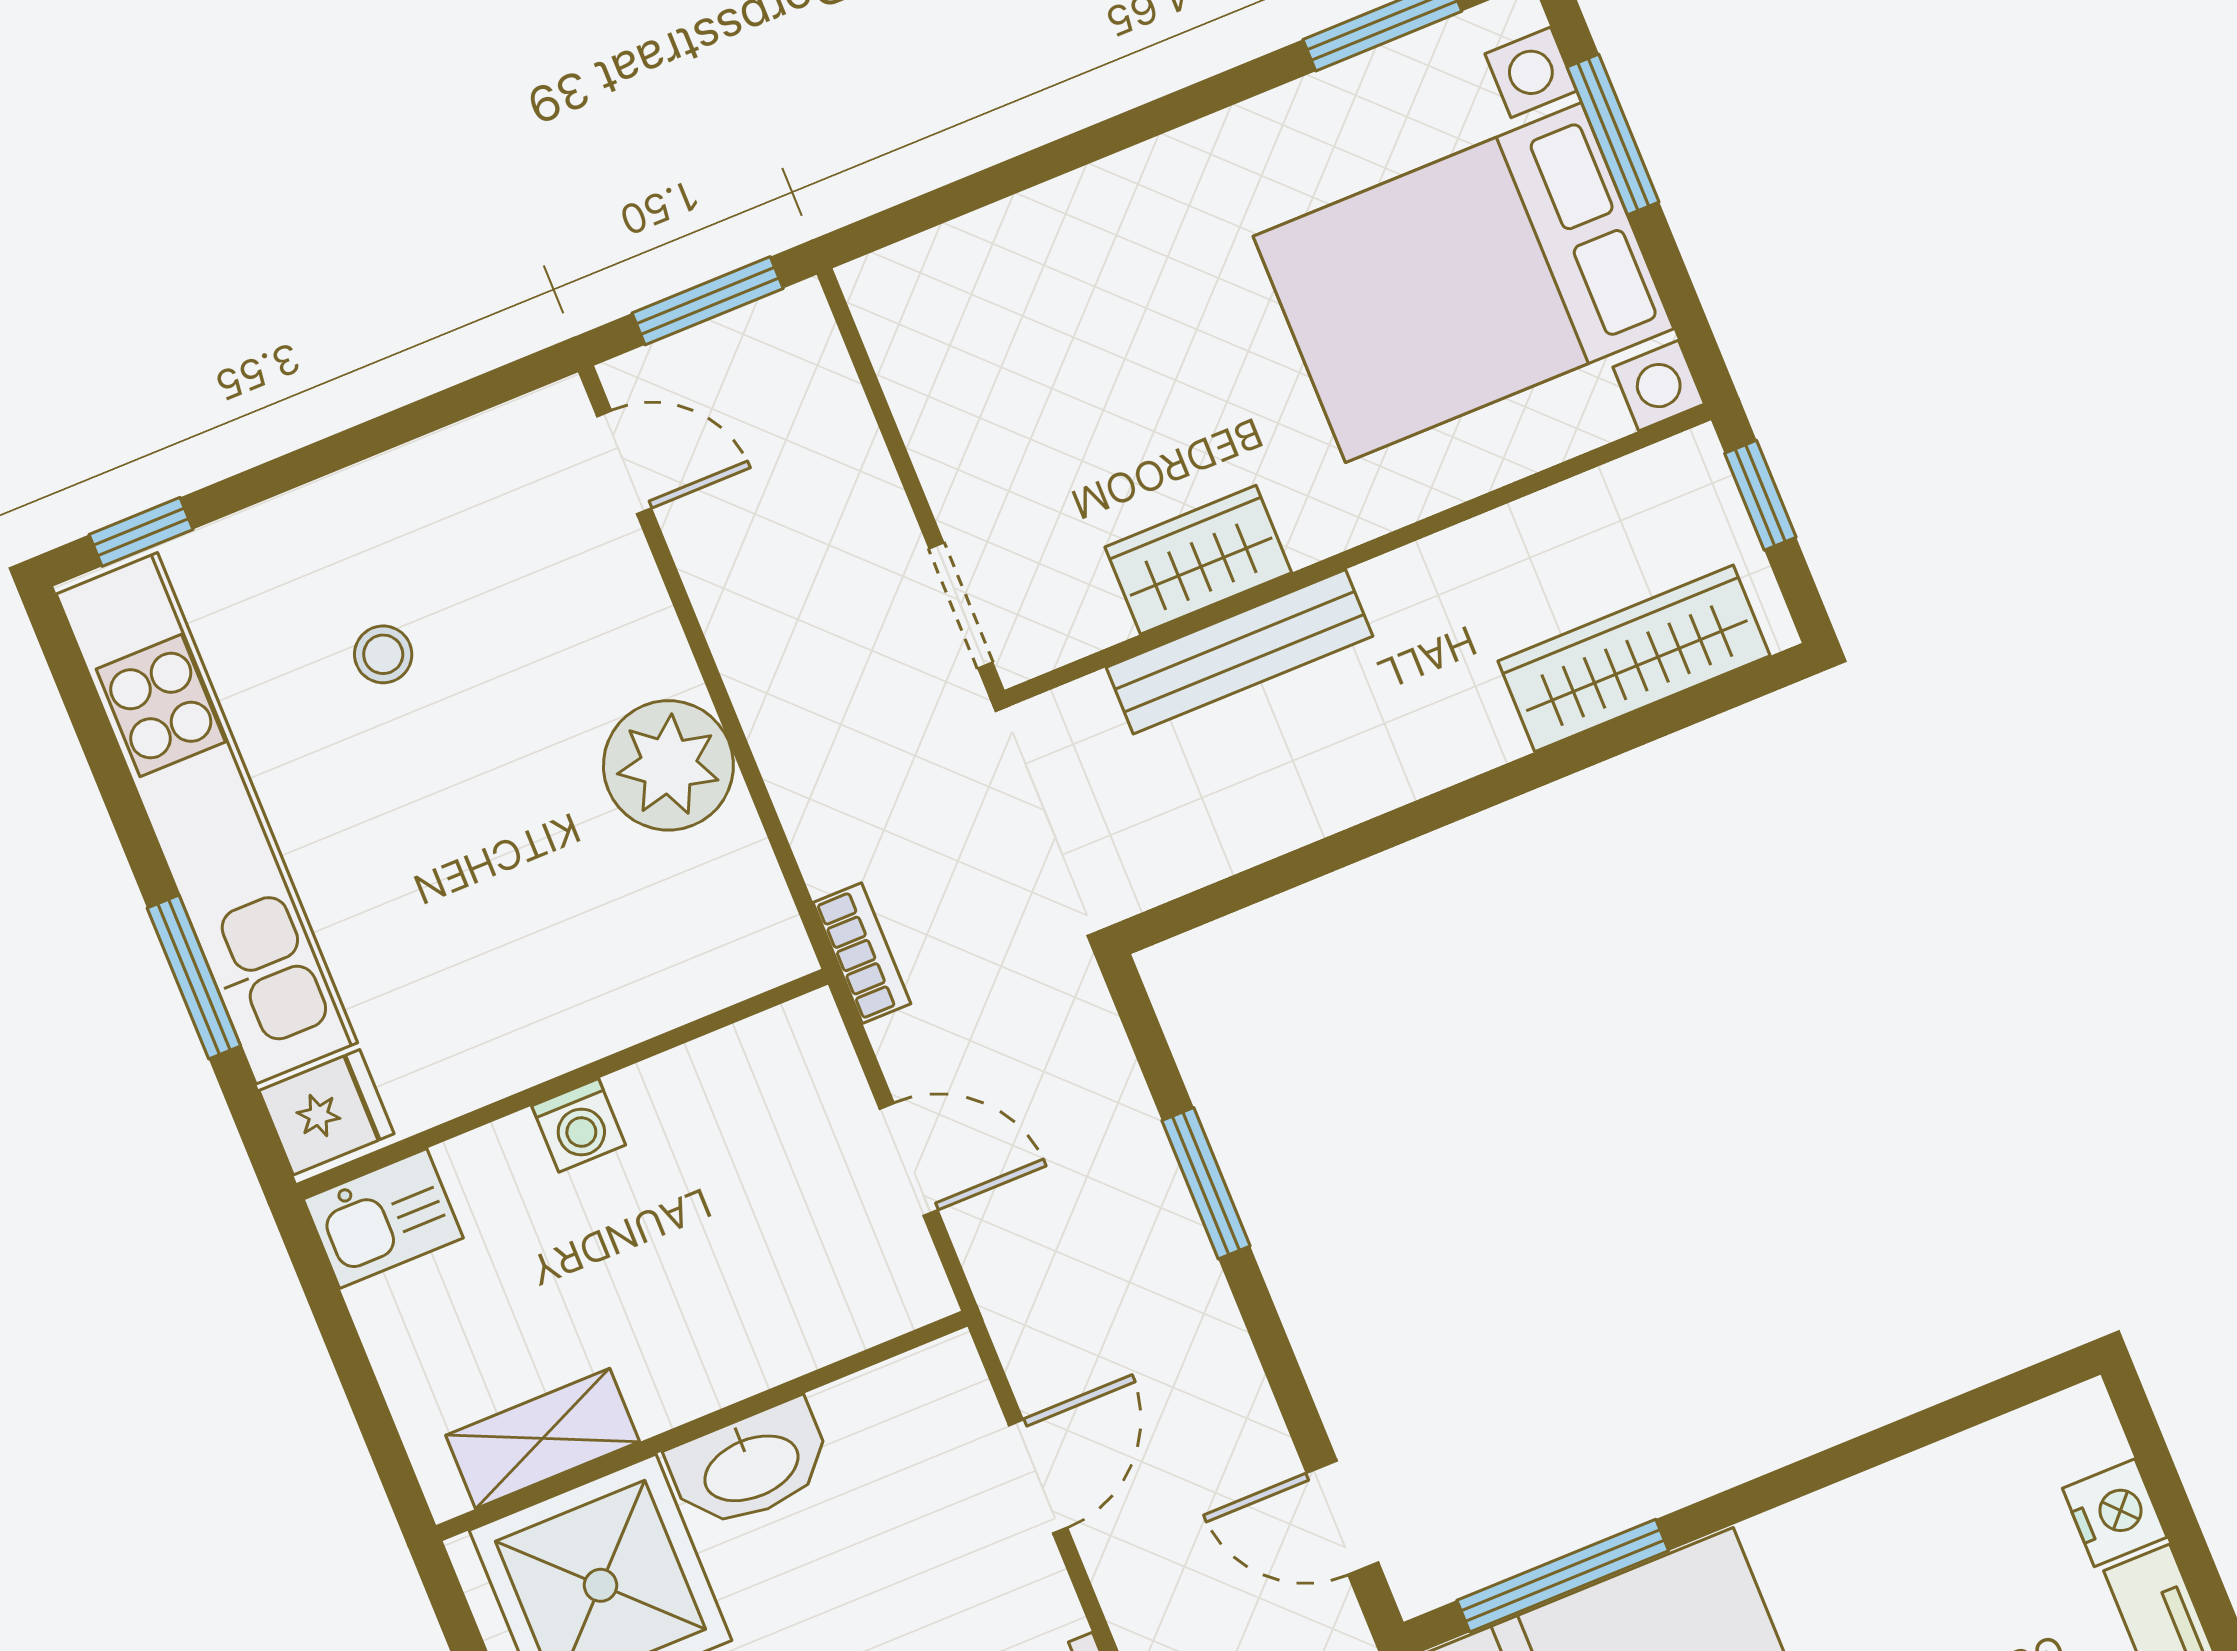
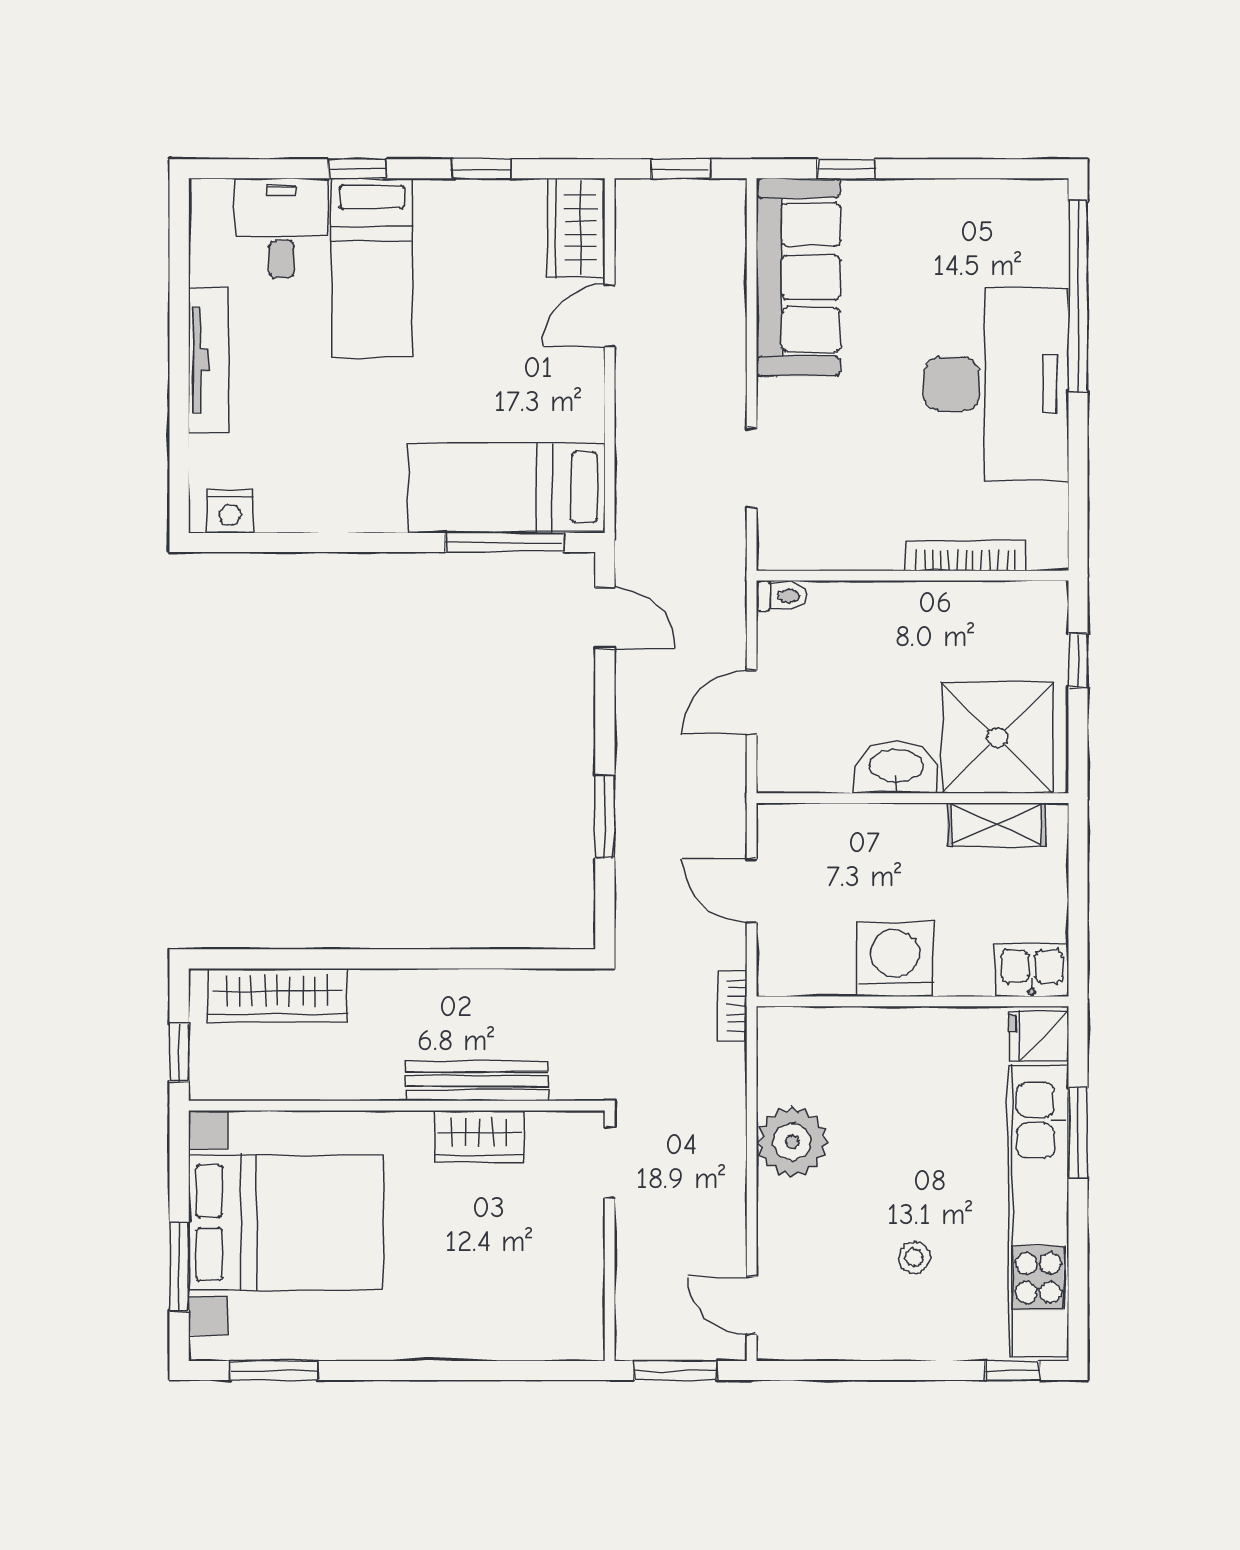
washing machine: (579, 1125) -> (895, 959), width x1.89, depth x1.89
nightstand: (2115, 1513) -> (230, 511), moved, turned -90

